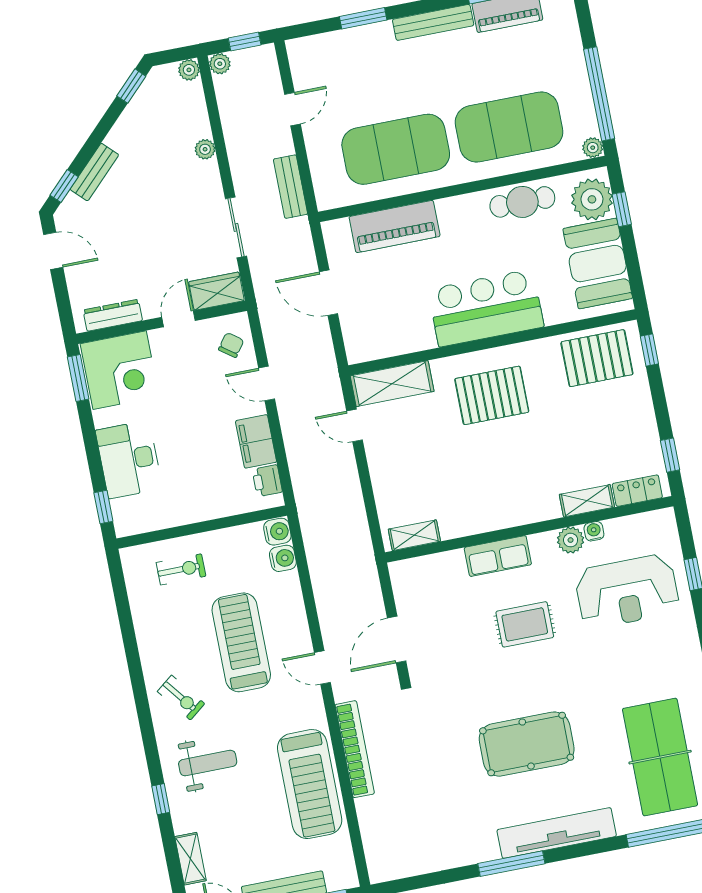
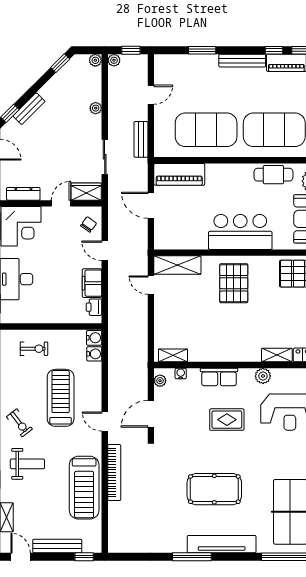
piano: (395, 226) -> (179, 174), moved
pallet: (492, 395) -> (234, 283), turned 90
water cooler: (594, 531) -> (181, 374), moved
plant: (401, 581) -> (160, 381), added

